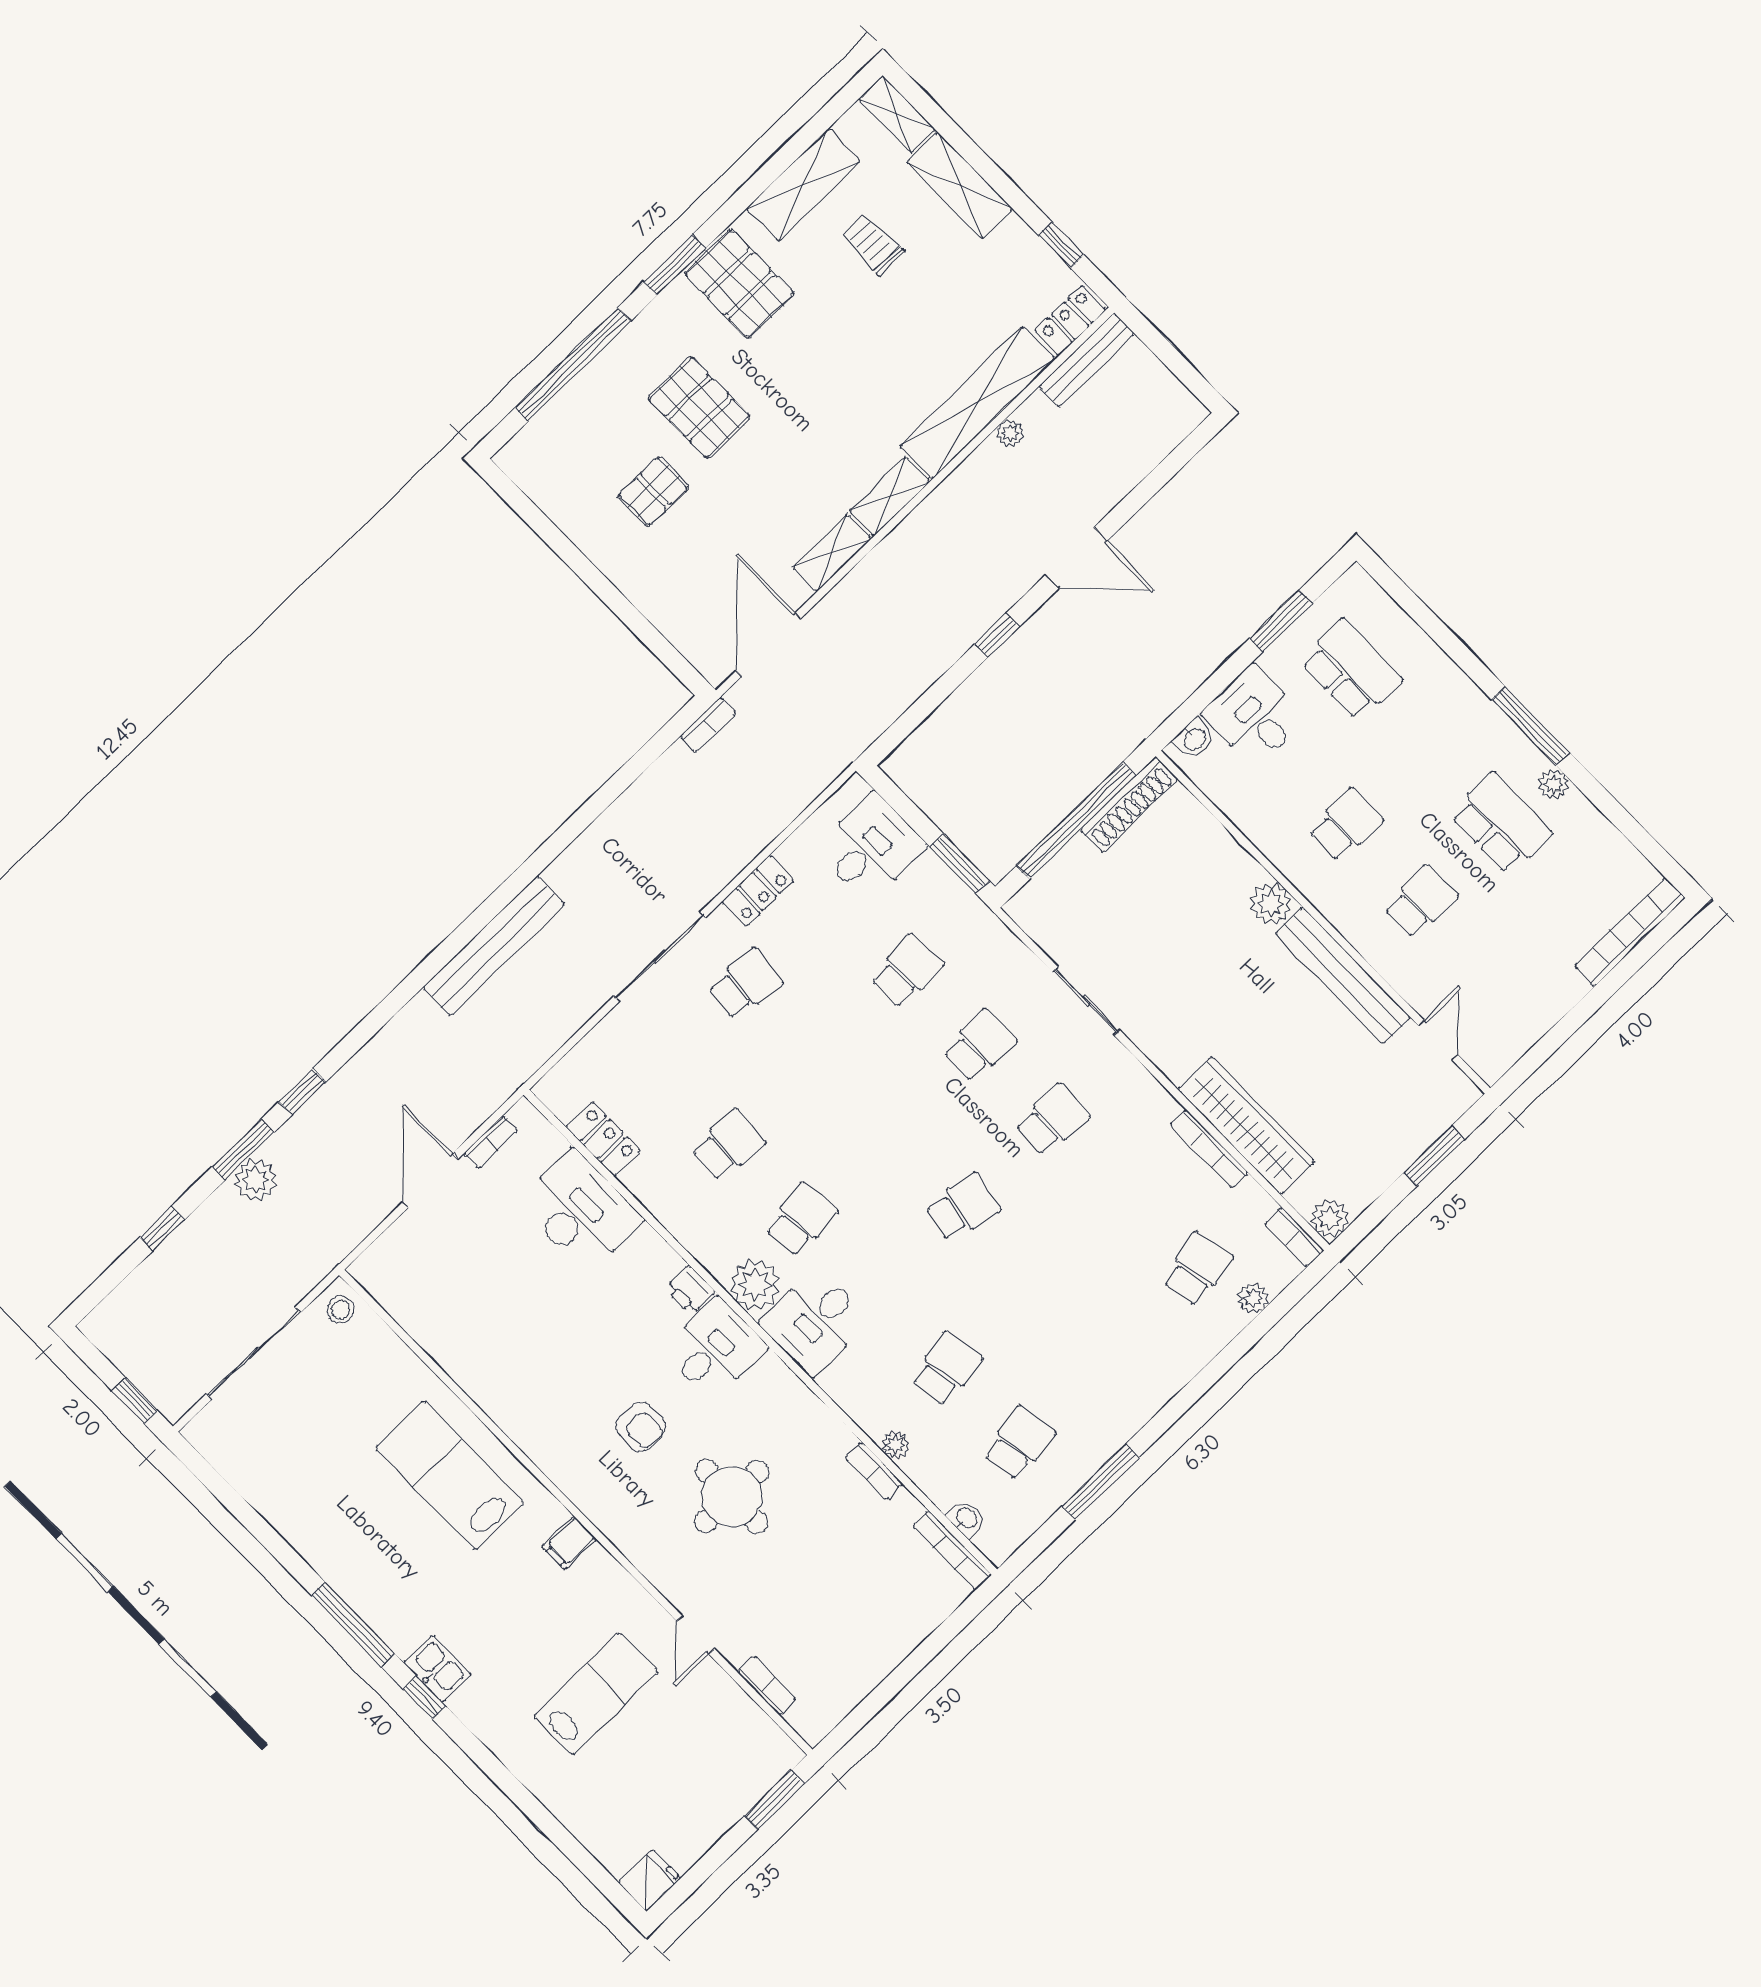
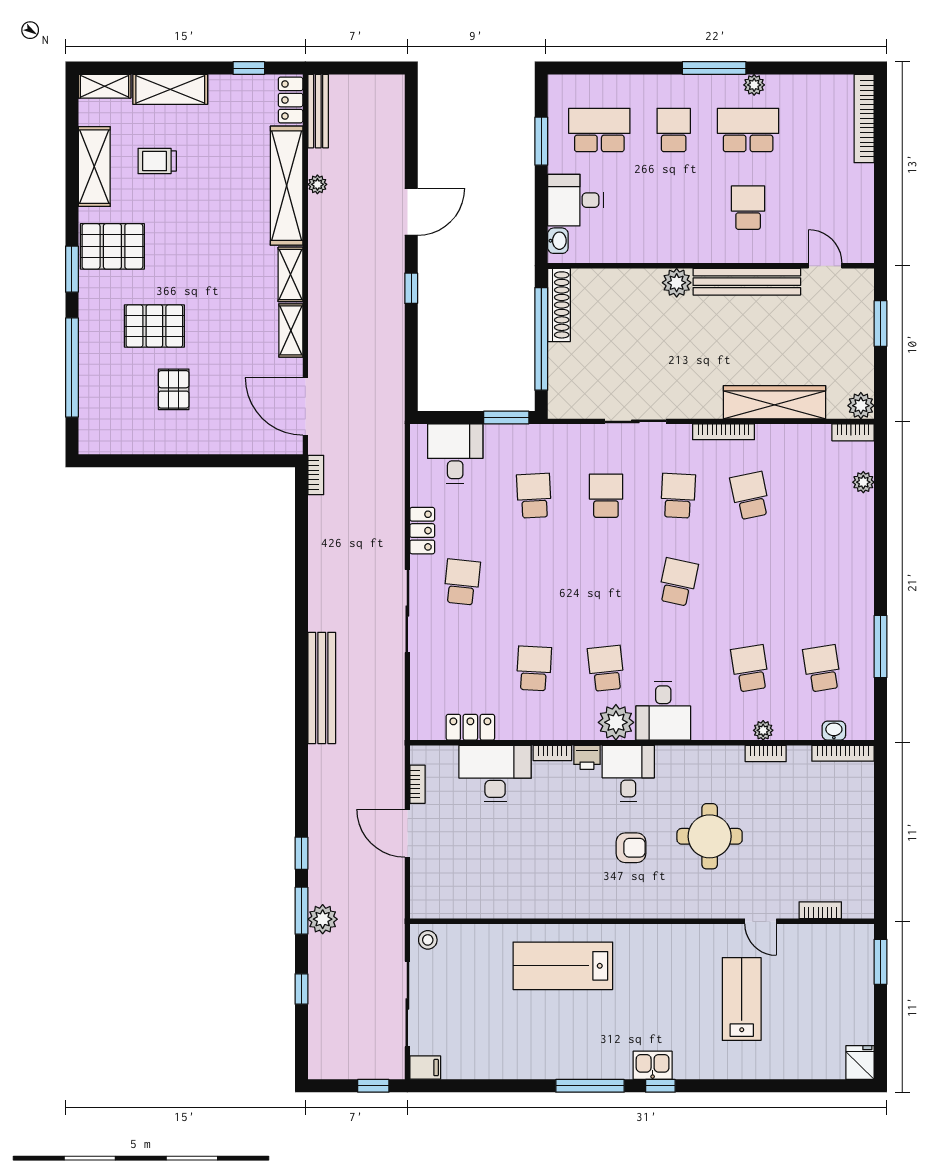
school desk: (1346, 825) -> (674, 130), moved
bookcase: (1209, 1149) -> (723, 432), moved
bookcase: (659, 1250) -> (552, 753), added
school desk: (1197, 1269) -> (750, 496), moved
filing cabinet: (569, 1543) -> (425, 1068), moved, turned -90

